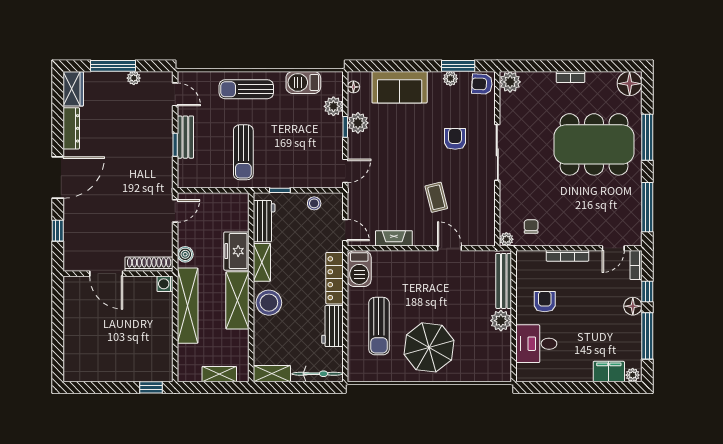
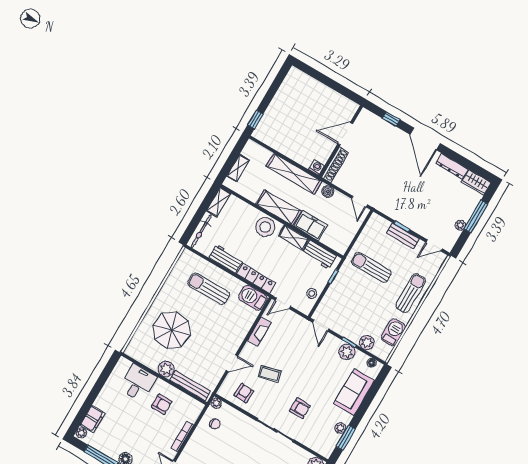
armchair: (482, 84) -> (244, 393), moved
parasol: (429, 347) -> (172, 330), moved

